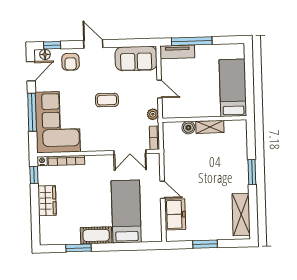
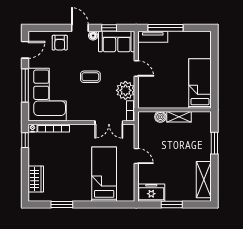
window: (52, 45) -> (109, 28), moved
floor lamp: (45, 54) -> (93, 36), moved
bed: (233, 88) -> (200, 83), moved
plant: (153, 114) -> (125, 90), width x1.87, depth x1.87
wall: (204, 119) -> (174, 110), moved
shelving: (210, 127) -> (179, 117), moved
boiler: (188, 128) -> (160, 117), moved
wardrobe: (47, 201) -> (36, 179), moved
freezer: (175, 214) -> (151, 193), moved, turned -90
cot: (96, 235) -> (78, 194), removed

